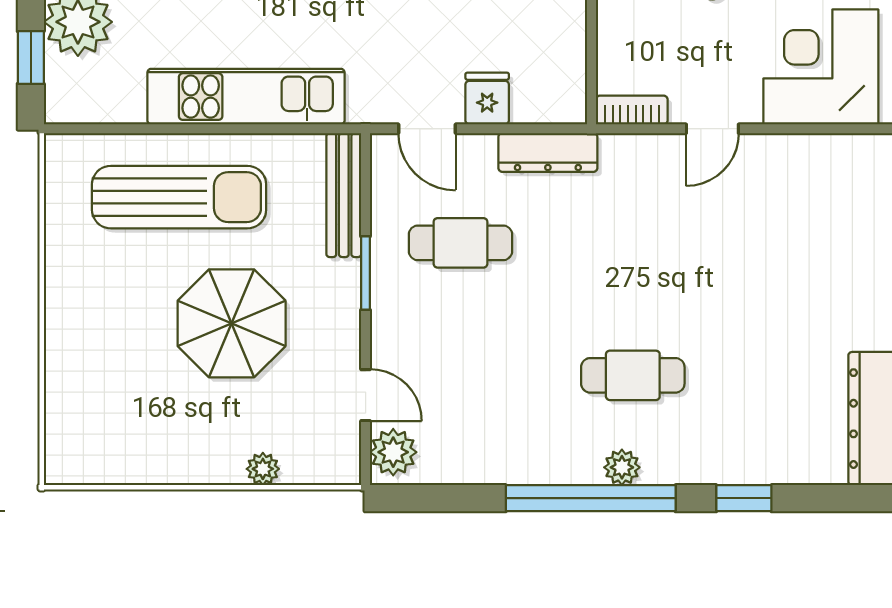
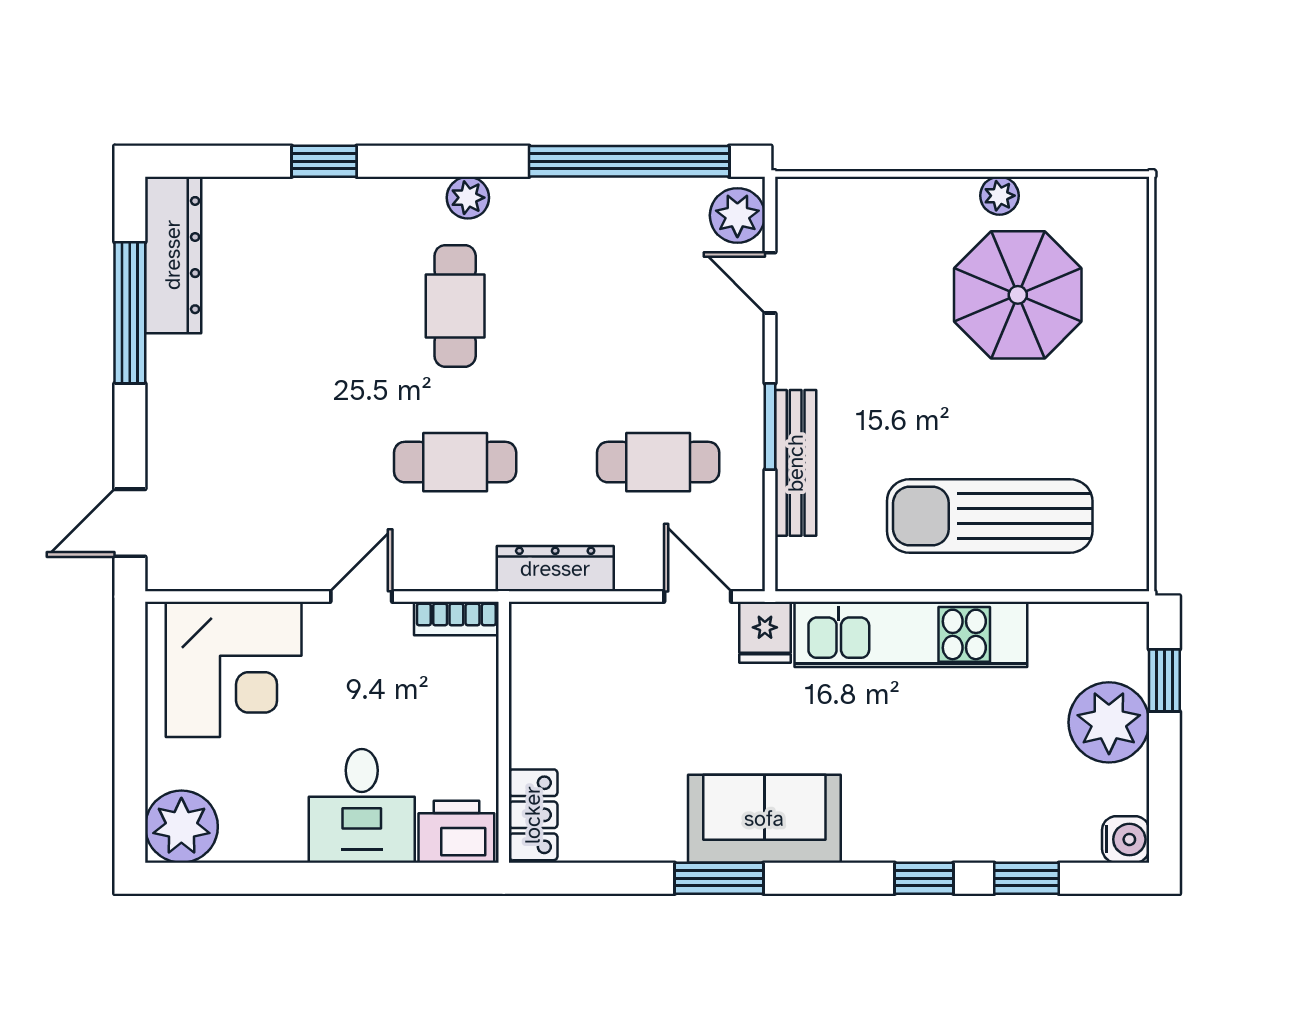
fridge: (487, 98) -> (765, 632), moved
bench: (344, 195) -> (796, 463), moved
cafe table: (633, 243) -> (455, 462), added
parasol: (232, 323) -> (1018, 295), moved
cafe table: (633, 375) -> (455, 306), turned 90
plant: (263, 469) -> (999, 196), moved
window: (591, 498) -> (629, 161), moved

